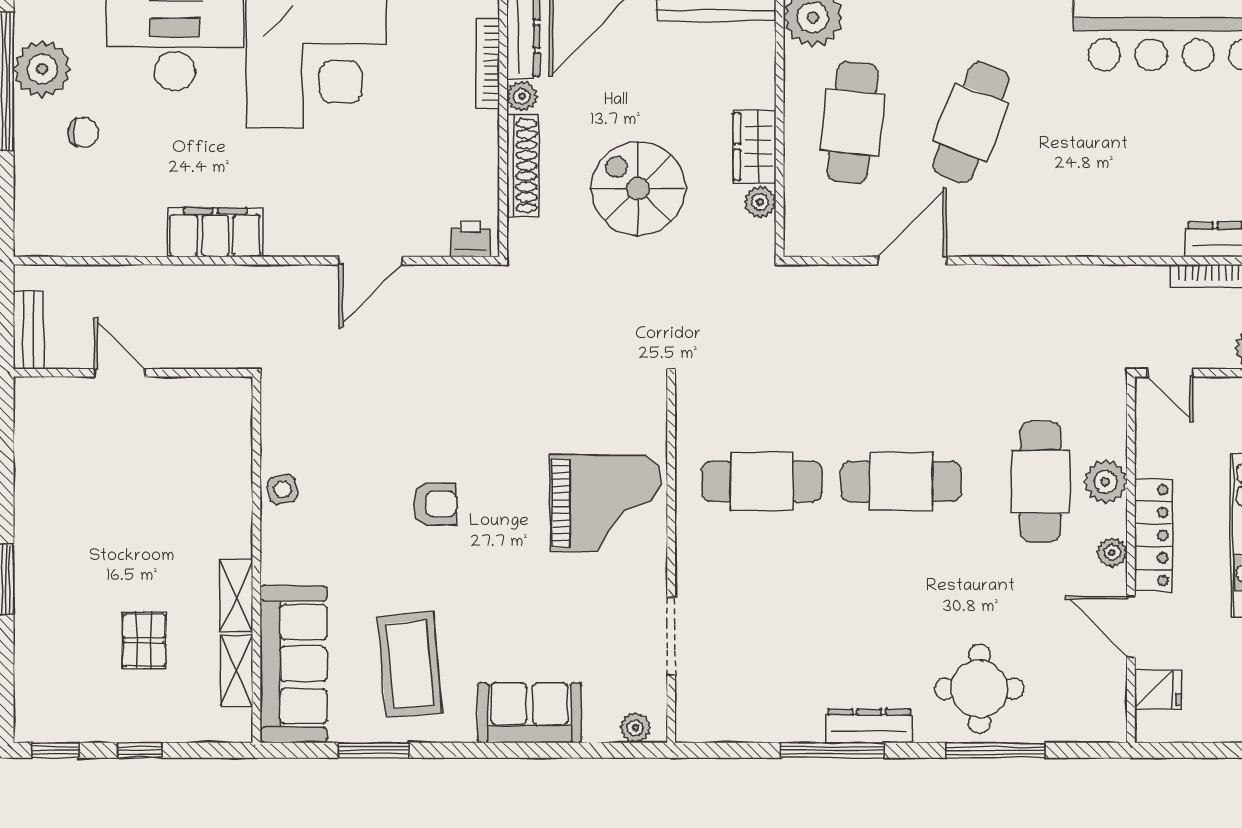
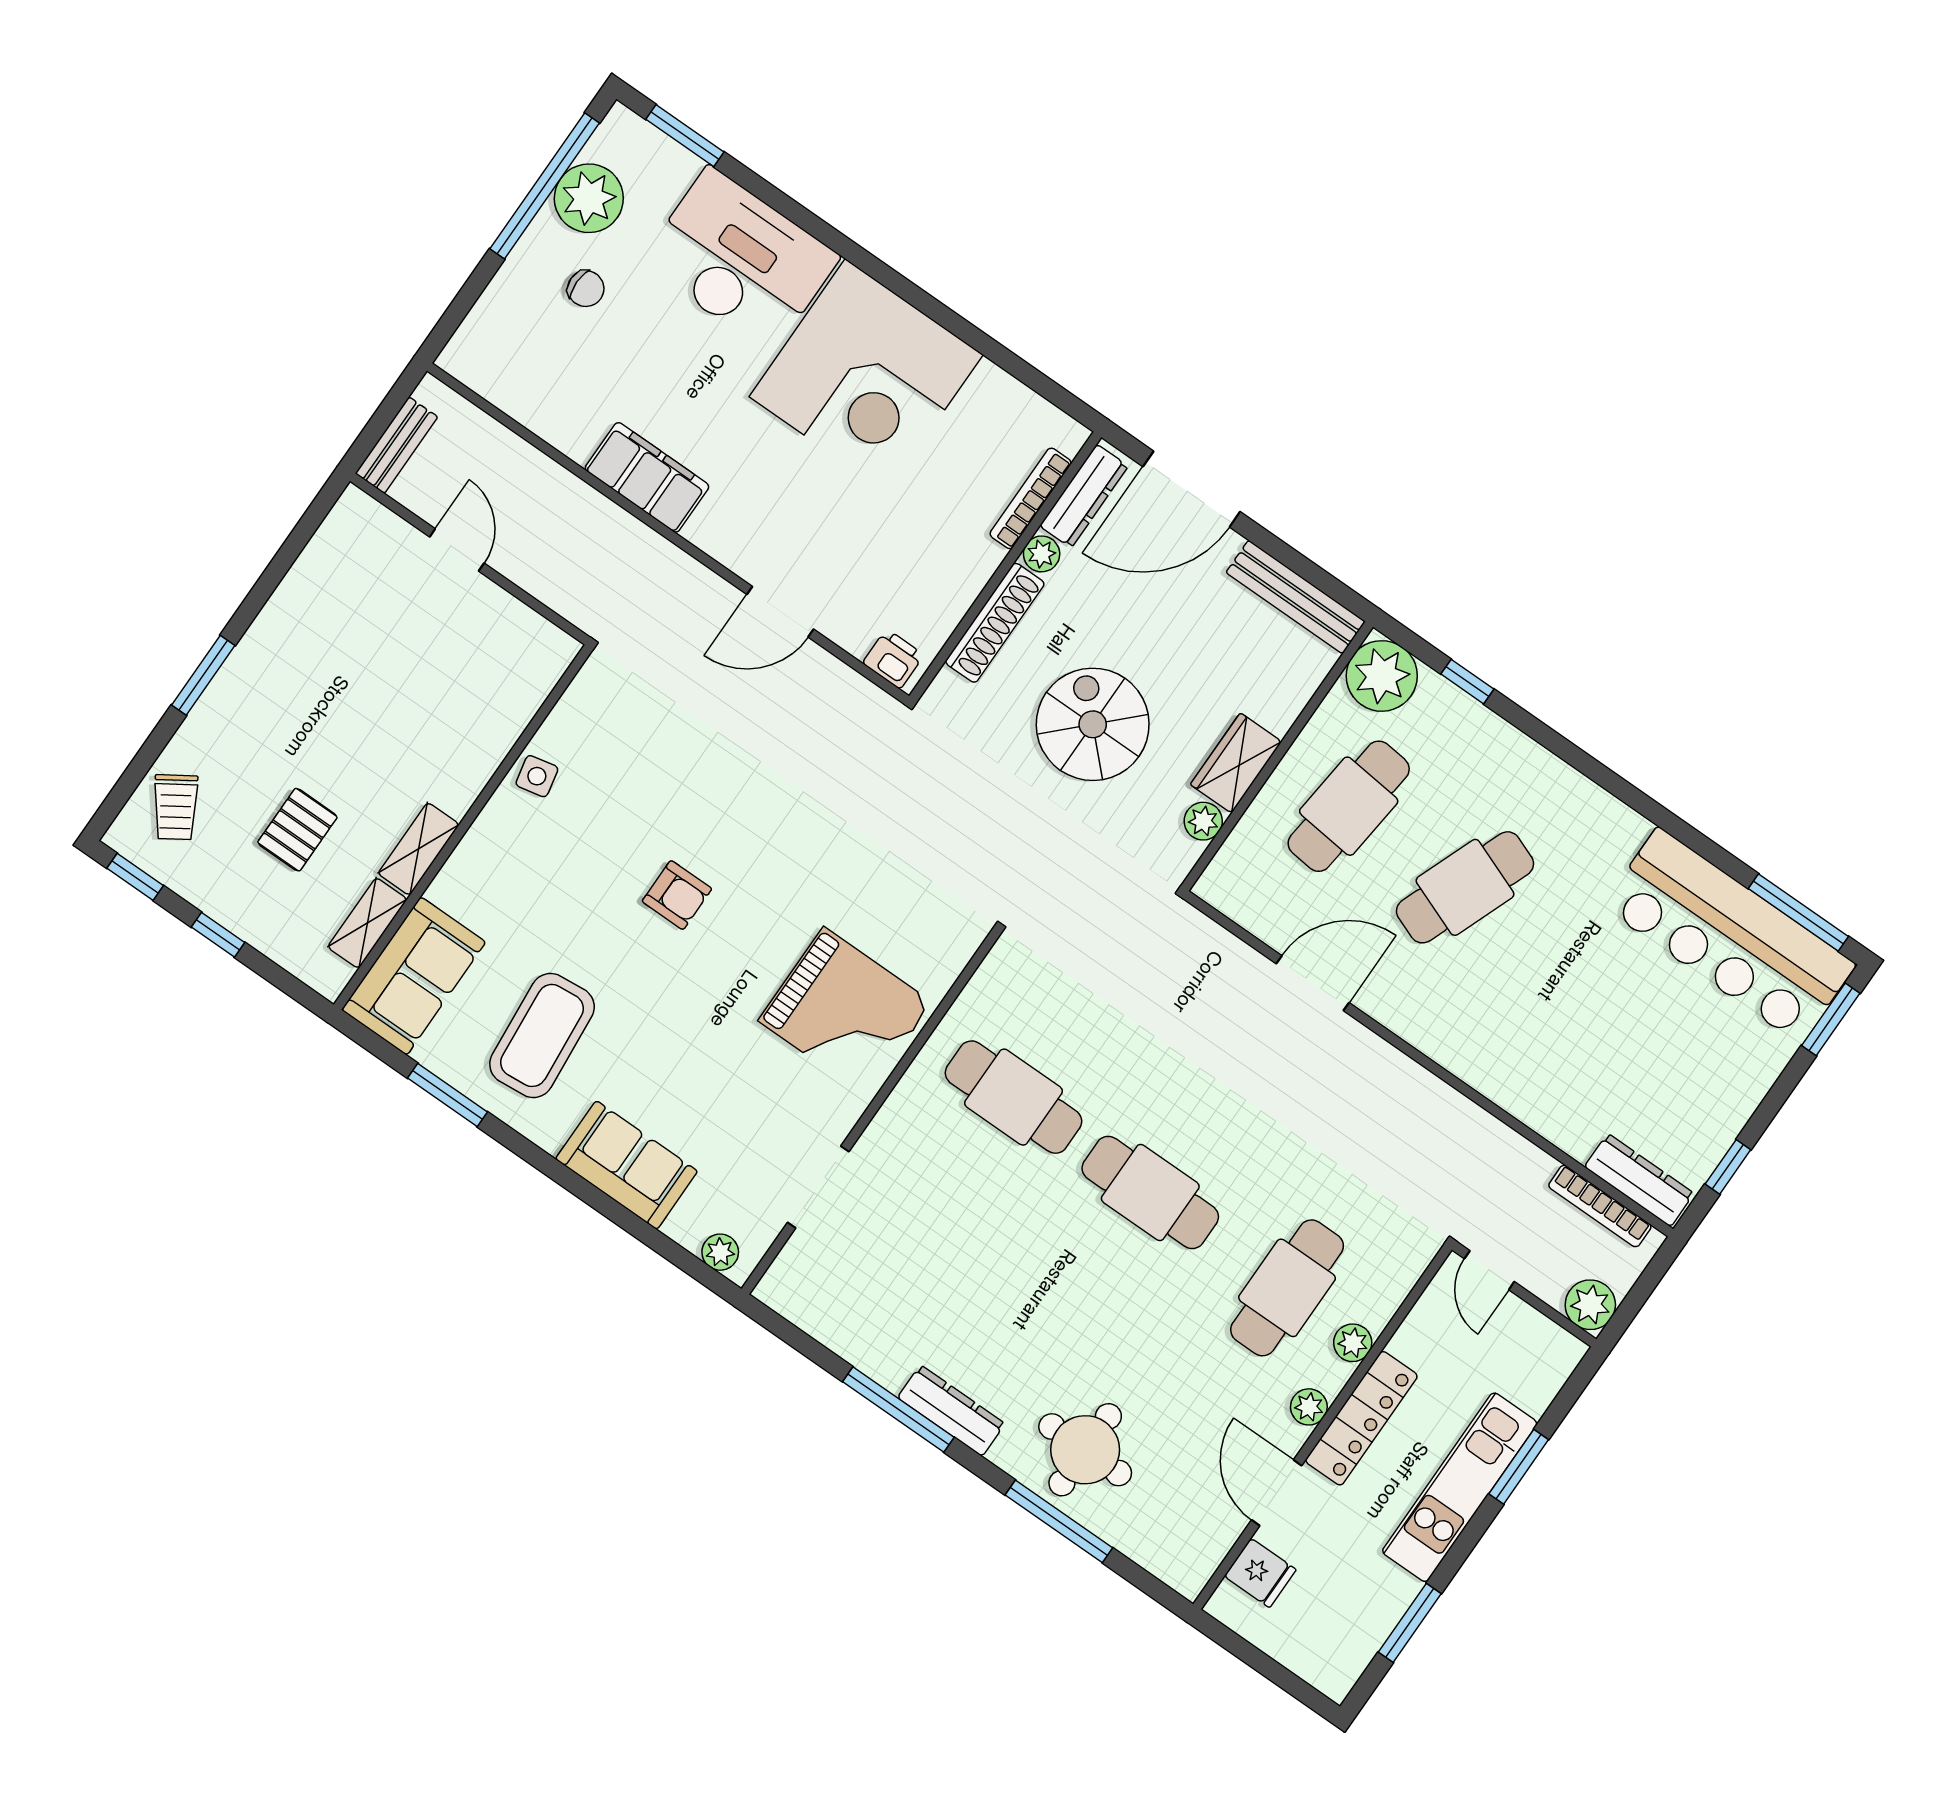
plant: (1106, 482) -> (1353, 1343), width x0.73, depth x0.73
sofa: (294, 664) -> (414, 976), width x0.73
trolley: (50, 683) -> (176, 807), added

